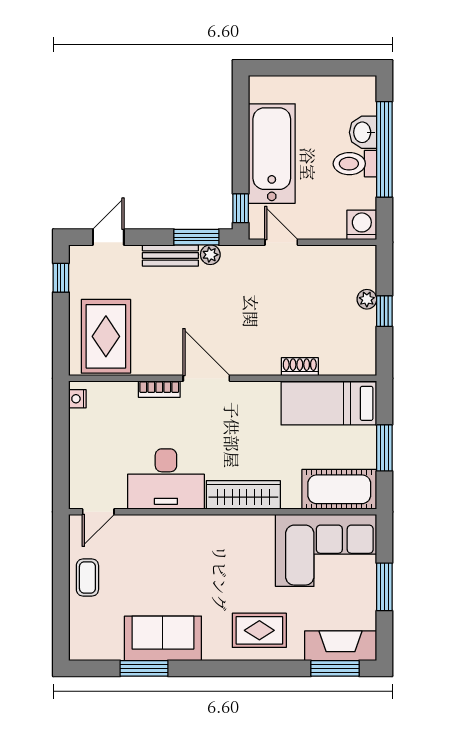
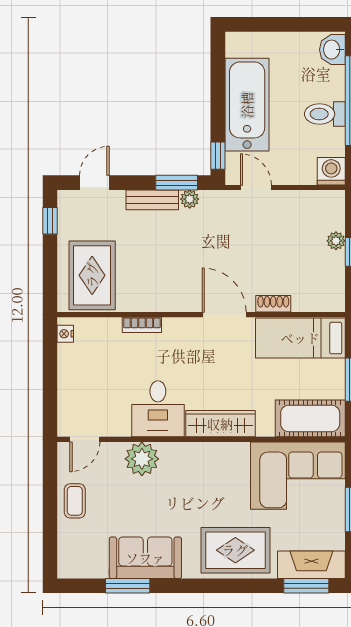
washbasin: (363, 132) -> (332, 50), moved
door: (206, 378) -> (224, 315), moved
desk: (166, 479) -> (158, 409), width x0.73
plant: (159, 533) -> (142, 459), added
rug: (259, 630) -> (235, 550), width x1.36, depth x1.43

